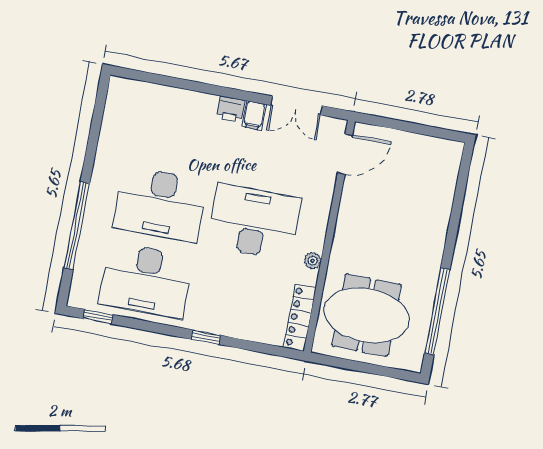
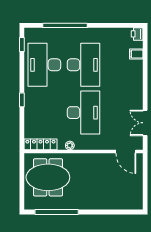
printer: (231, 109) -> (137, 34), moved
filing cabinet: (254, 116) -> (136, 54), moved
desk: (160, 204) -> (84, 65), turned 180
meeting table: (367, 315) -> (48, 177), turned 90

